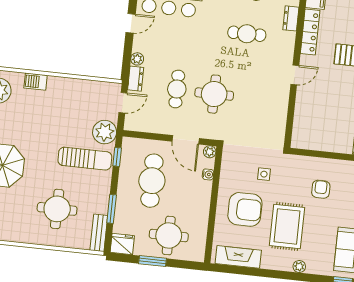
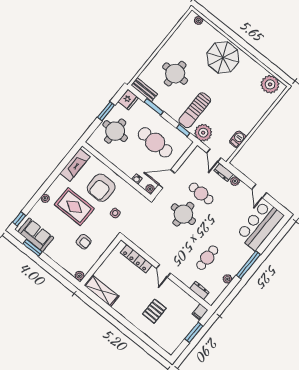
locker: (310, 32) -> (136, 259), moved
barbecue: (36, 82) -> (238, 139), moved

